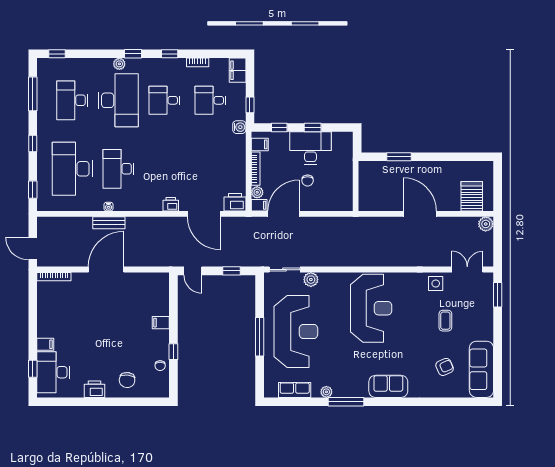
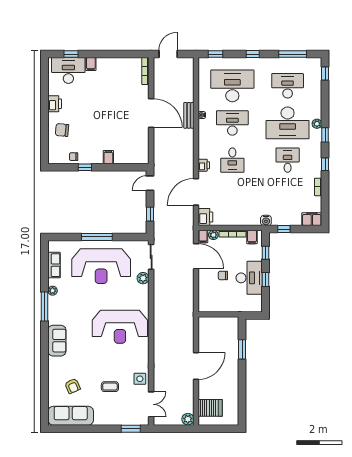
desk: (210, 100) -> (232, 160), moved, turned 180

